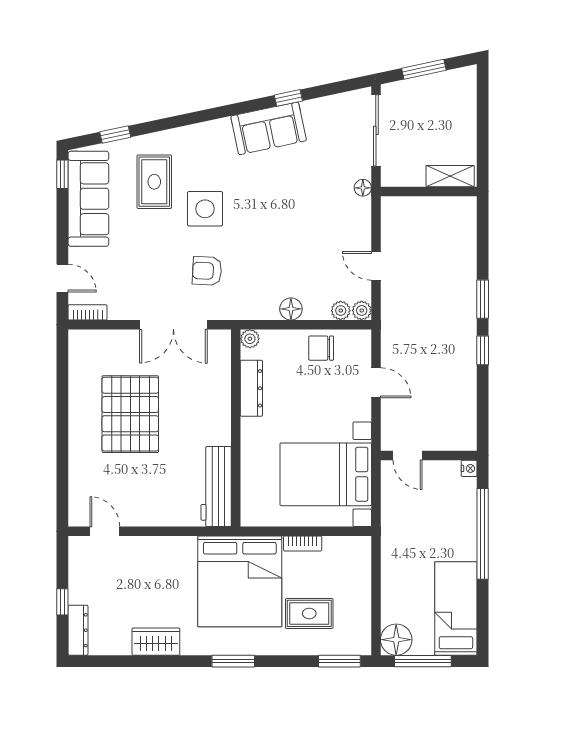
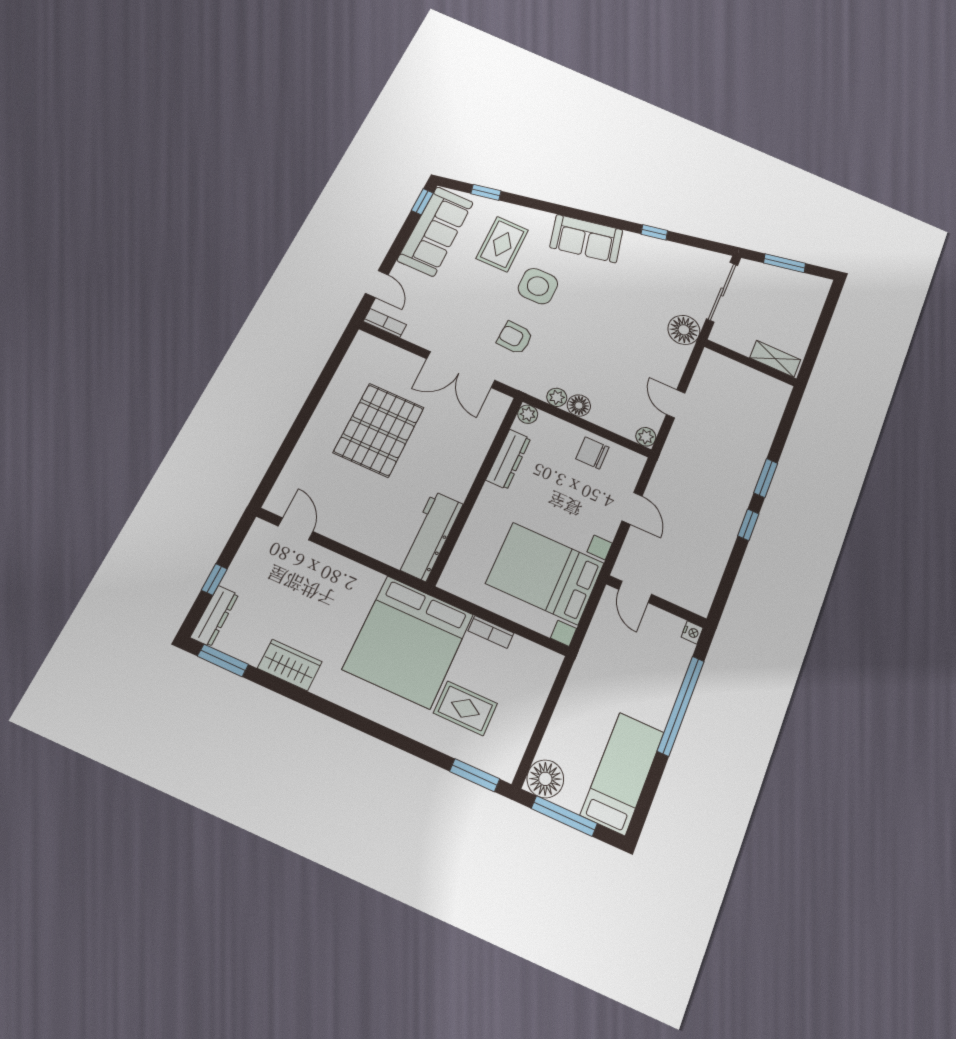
sofa: (269, 128) -> (586, 239), moved
floor lamp: (363, 188) -> (684, 330), width x1.89, depth x1.89
plant: (341, 311) -> (557, 397), moved
window: (233, 661) -> (223, 660), moved

